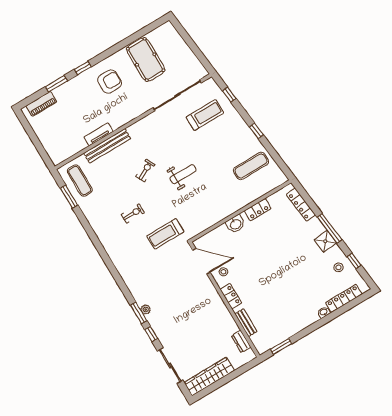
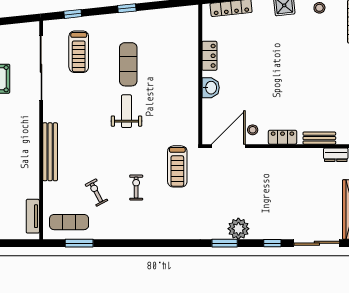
treadmill: (205, 115) -> (79, 52), turned 180
tv unit: (99, 134) -> (33, 216), moved
bench: (107, 146) -> (50, 152), moved
exercise mat: (251, 166) -> (128, 64), moved
exercise bike: (145, 170) -> (96, 193), moved
plant: (146, 309) -> (238, 229), width x1.88, depth x1.88
window: (139, 313) -> (225, 243), moved

